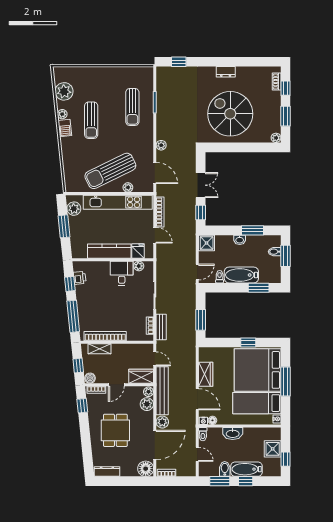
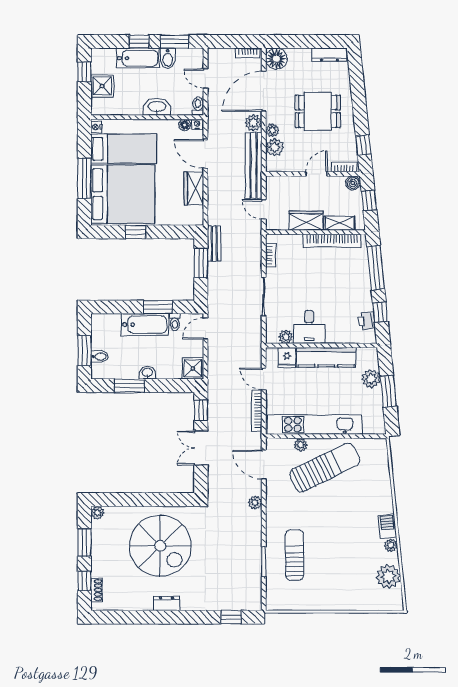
sun lounger: (91, 120) -> (351, 537), removed
plant: (74, 209) -> (371, 379), moved
window: (259, 288) -> (158, 307), moved
bench: (161, 327) -> (214, 244), moved
wardrobe: (141, 376) -> (306, 221), moved, turned 180
plant: (149, 392) -> (272, 130), moved
dining table: (115, 430) -> (318, 111), turned 90

